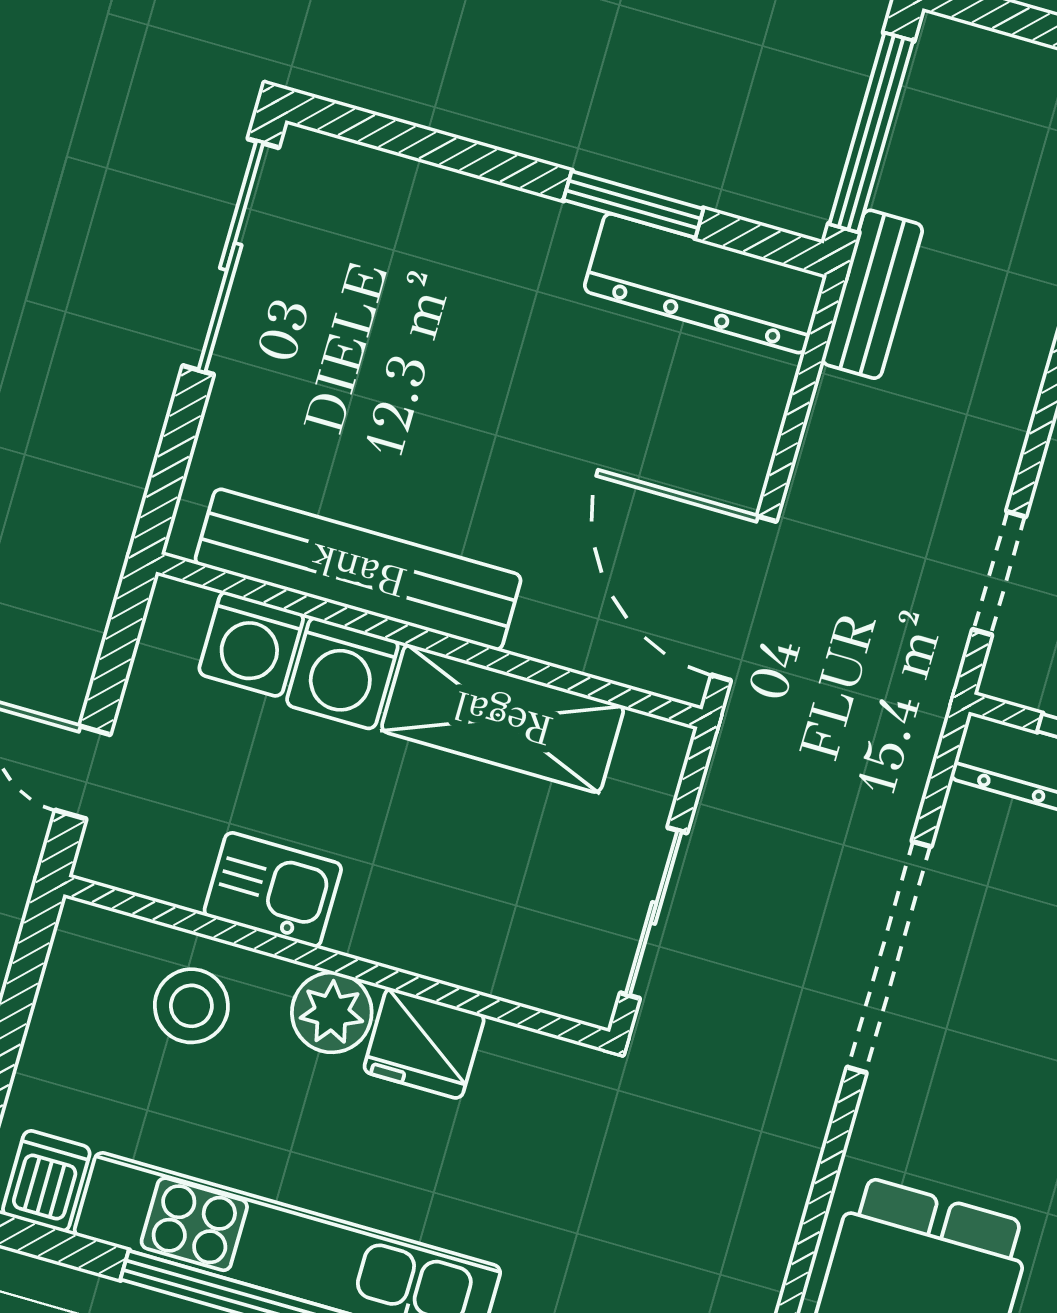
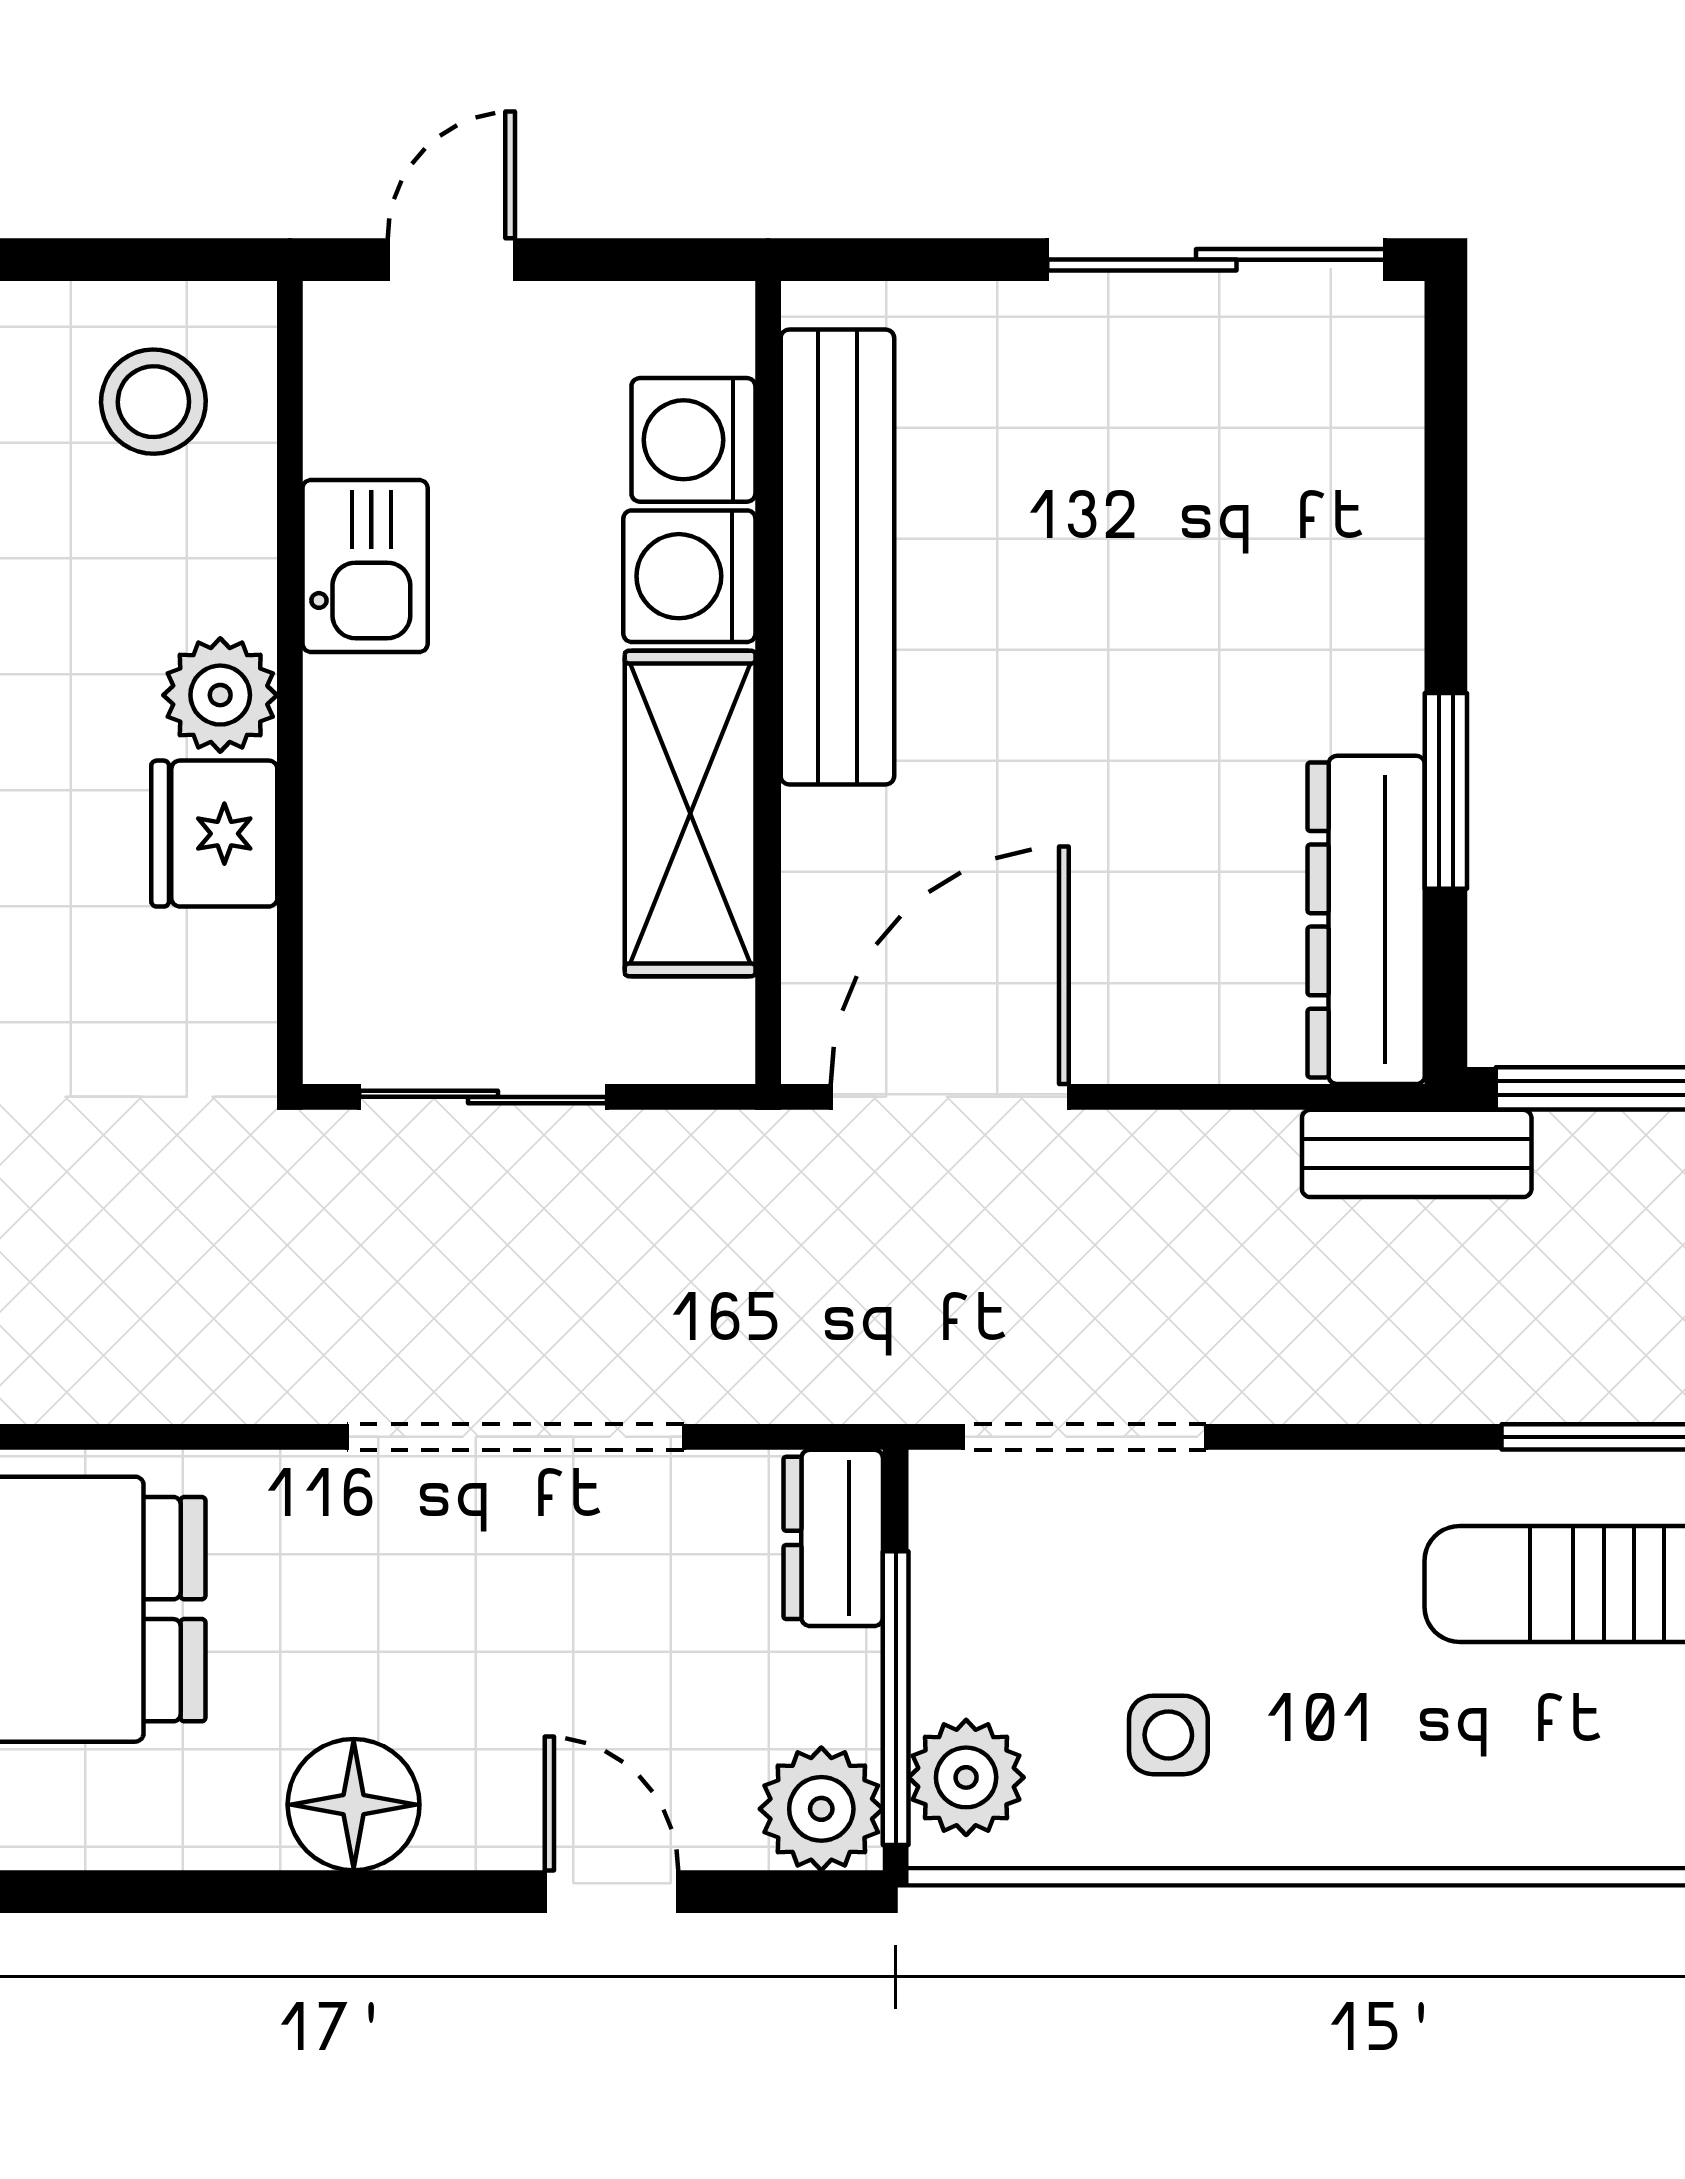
doorway: (999, 573) -> (1084, 1437), width x1.38
stool: (191, 1006) -> (153, 402), moved

